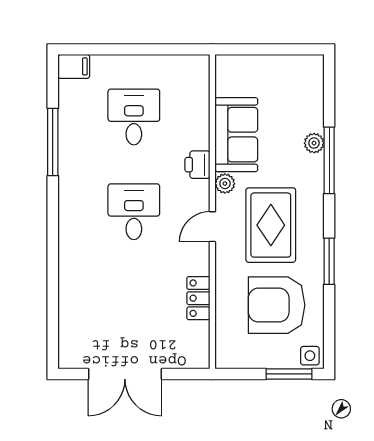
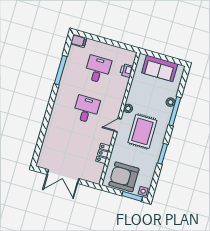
sofa: (236, 135) -> (160, 68), moved, turned 90
printer: (197, 165) -> (126, 71), moved
armchair: (277, 305) -> (124, 177), moved

